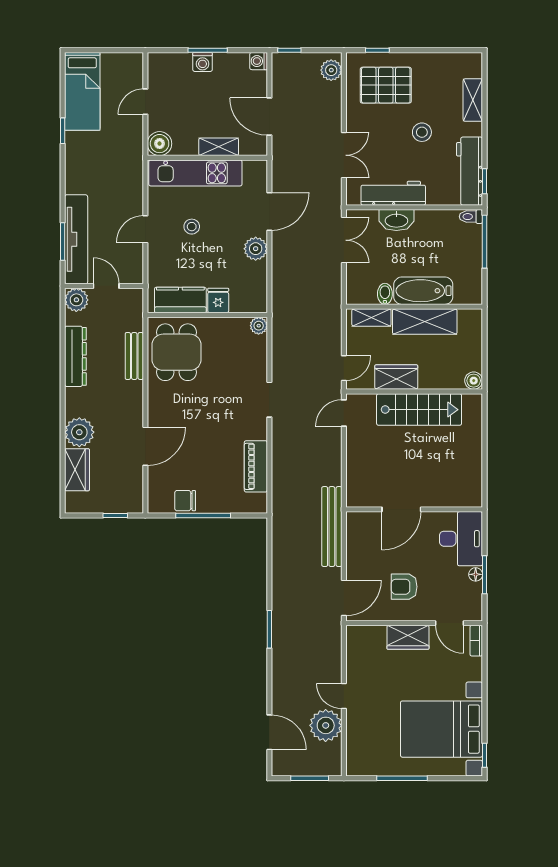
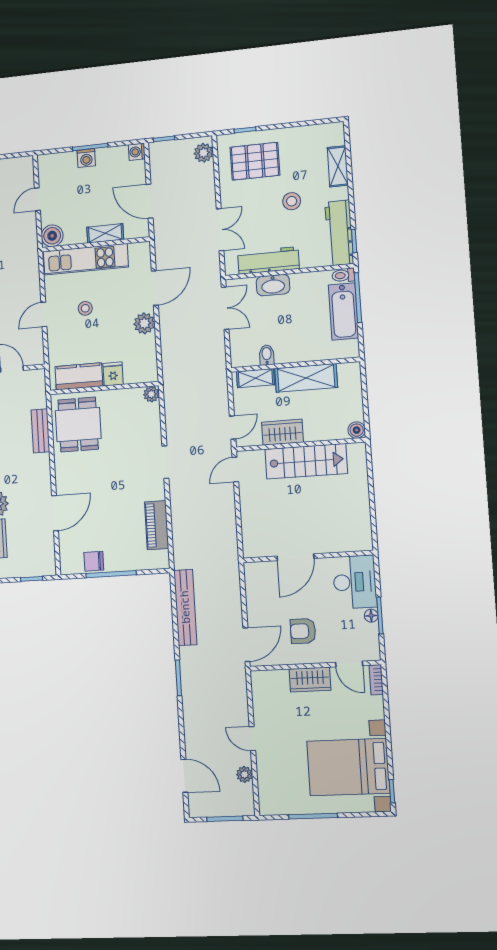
bathtub: (423, 291) -> (344, 311), moved, turned -90
bench: (332, 527) -> (185, 607), moved
plant: (326, 725) -> (244, 774), width x0.53, depth x0.53

